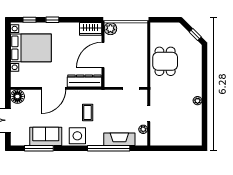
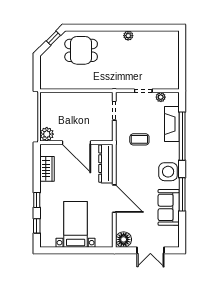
wardrobe: (91, 29) -> (47, 169), moved
bed with nightstands: (31, 48) -> (76, 224), width x0.73
dining table: (165, 61) -> (81, 50), moved
coffee table: (88, 113) -> (139, 139), moved
window: (39, 148) -> (182, 194), moved

